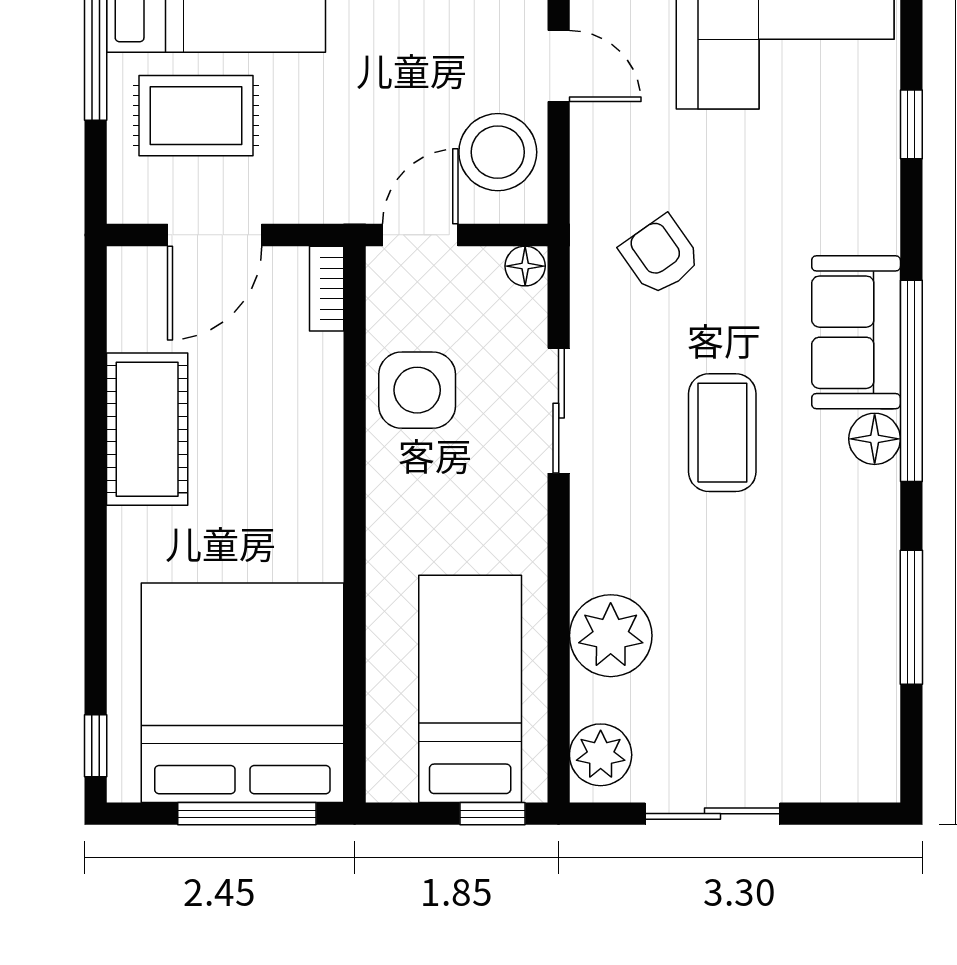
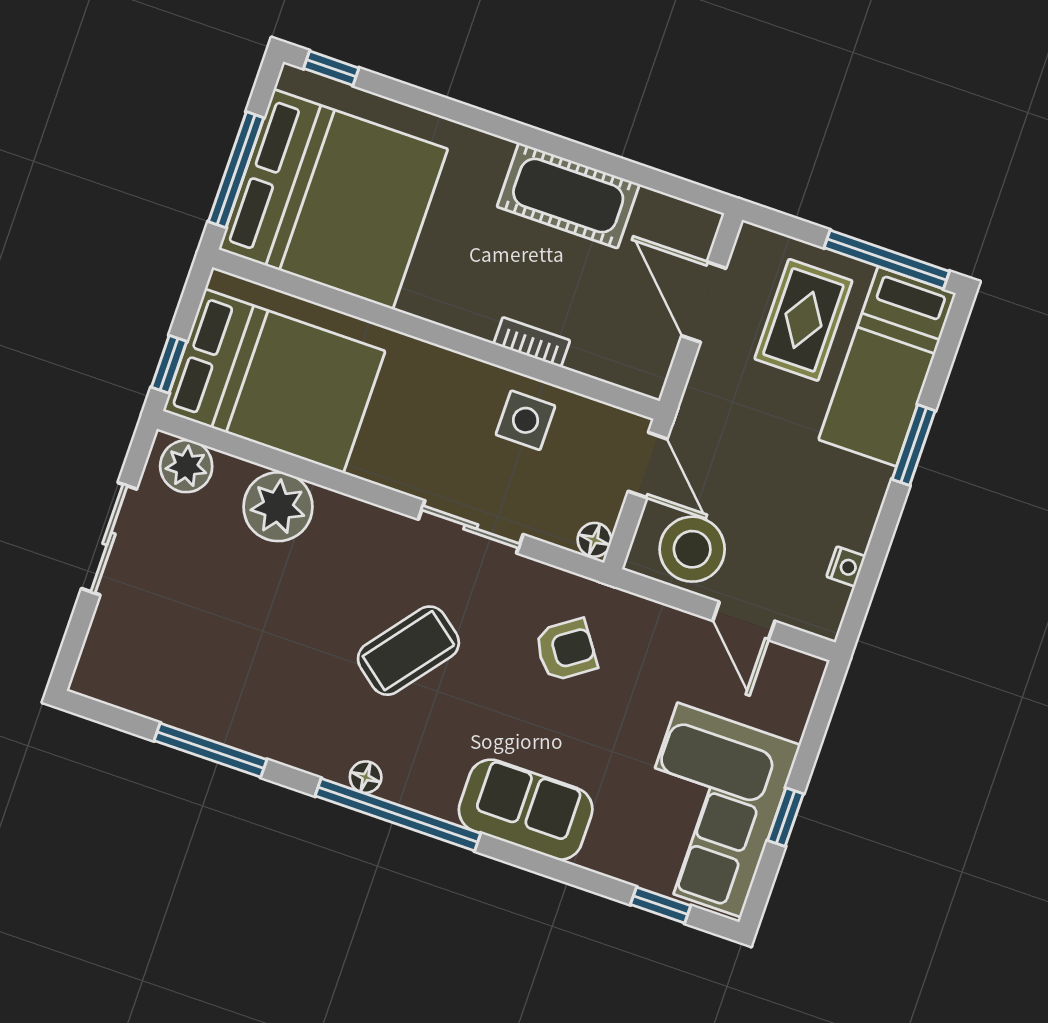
door: (559, 66) -> (744, 621), hinge flipped
window: (911, 124) -> (661, 905), moved
bookcase: (327, 289) -> (532, 342), moved
sofa: (856, 332) -> (526, 810), moved
side table: (417, 390) -> (526, 420), width x0.73, depth x0.73
coffee table: (722, 433) -> (408, 651), turned -52
floor lamp: (875, 439) -> (366, 777), width x0.73, depth x0.73
bed: (470, 689) -> (274, 381), width x1.50

